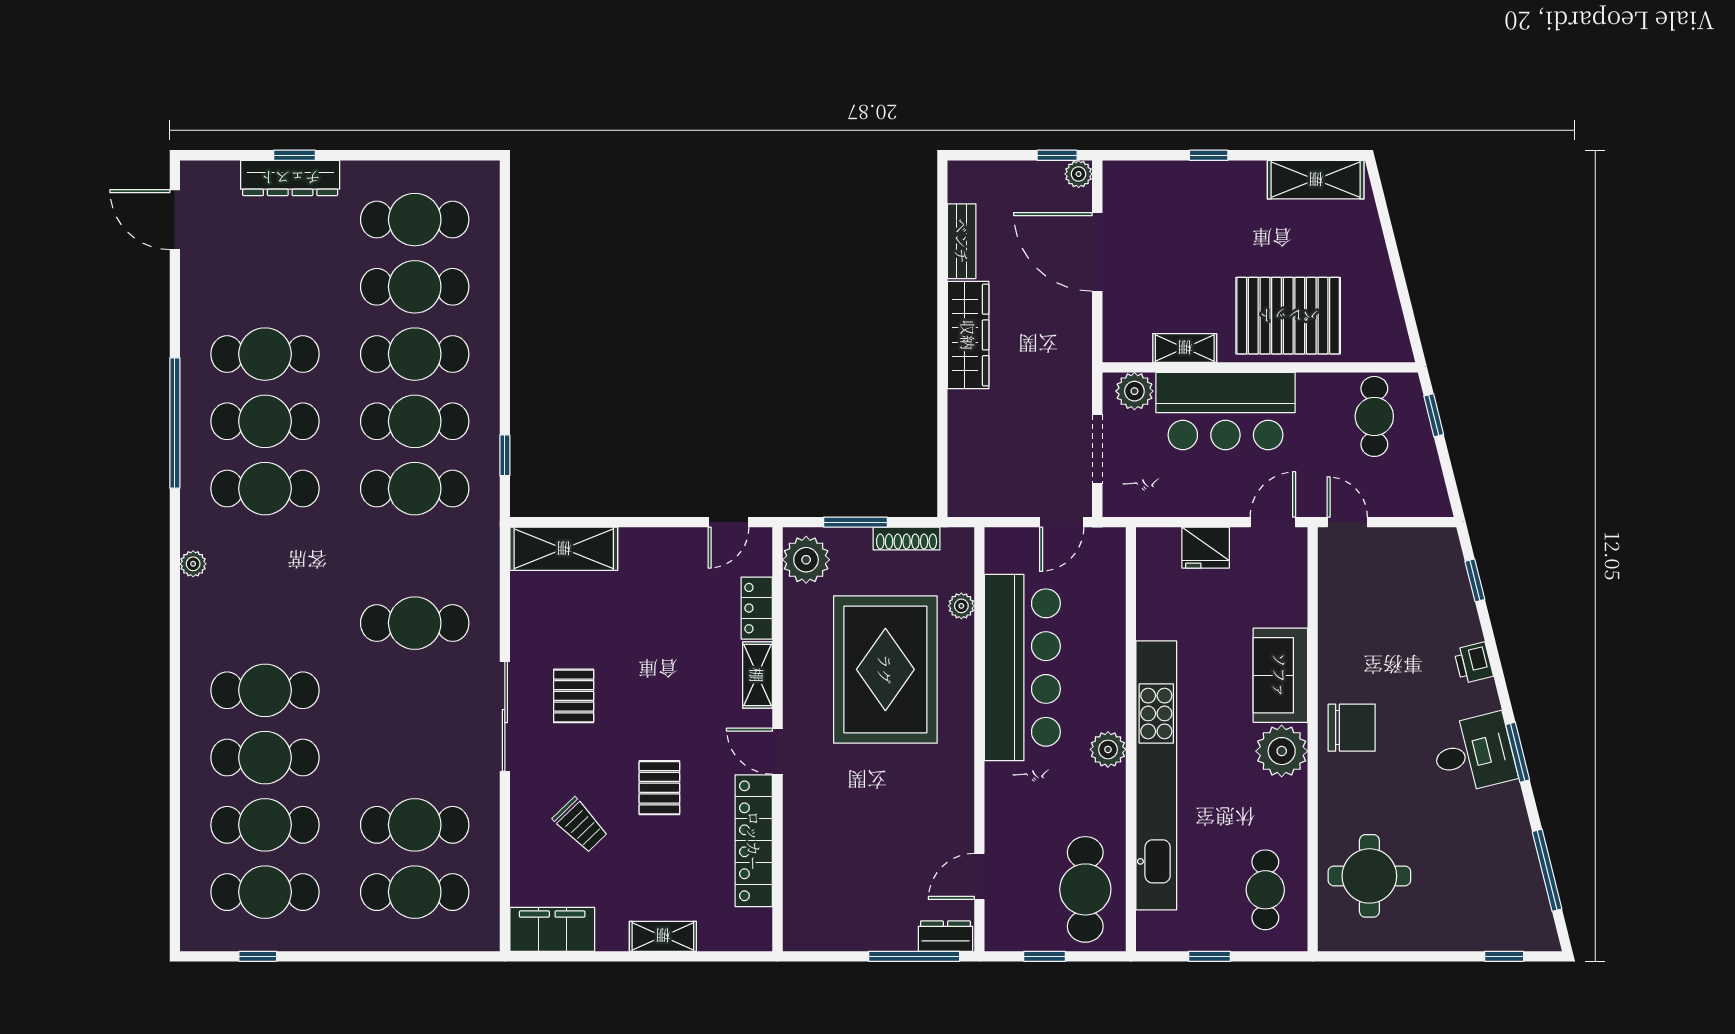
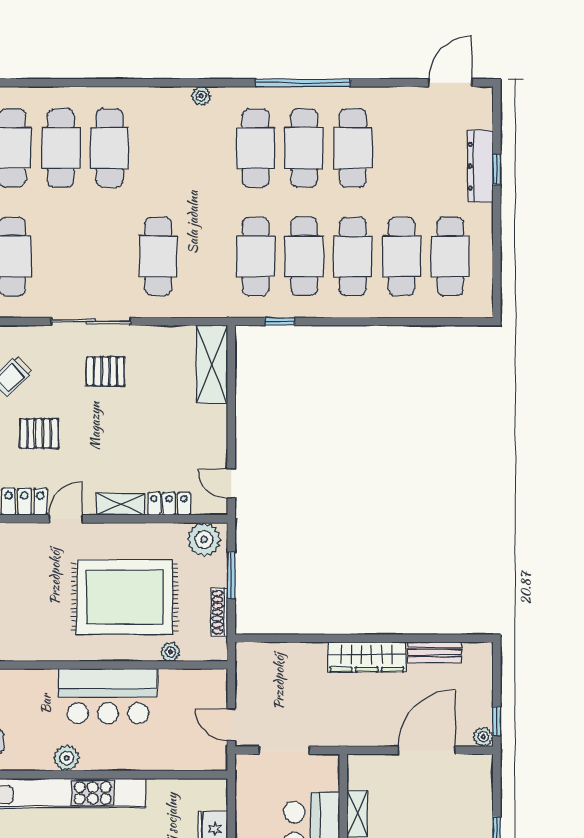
plant: (1134, 391) -> (326, 777), removed
bar counter: (1022, 668) -> (108, 696), width x0.73

